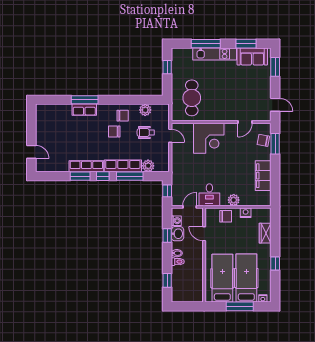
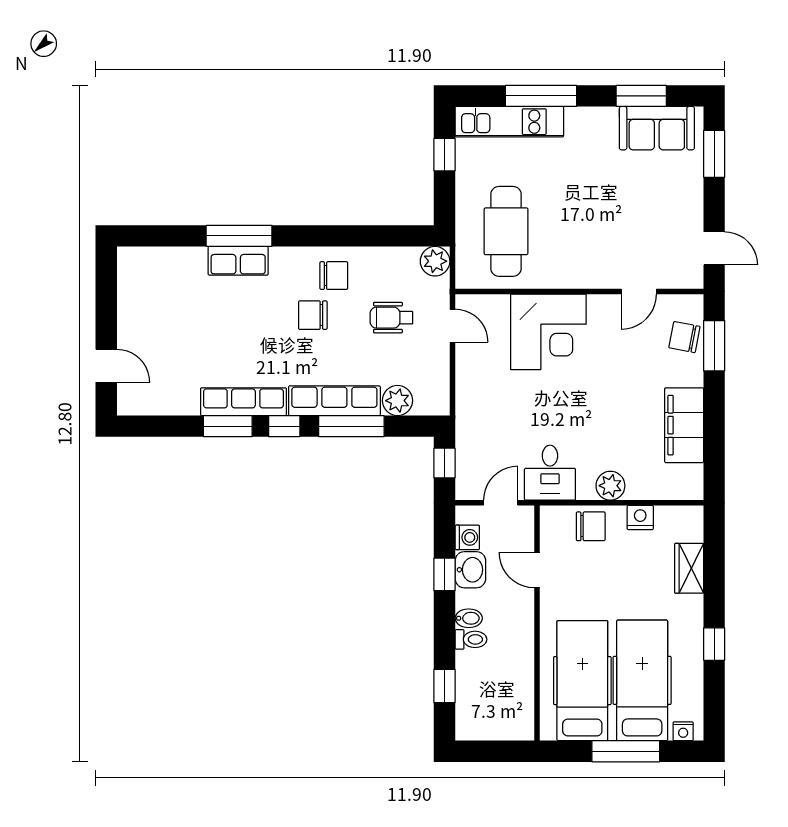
kitchen unit: (215, 54) -> (509, 122), moved
plant: (145, 110) -> (435, 261), moved

